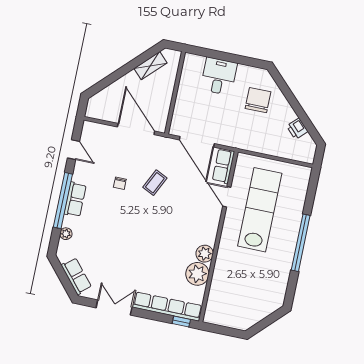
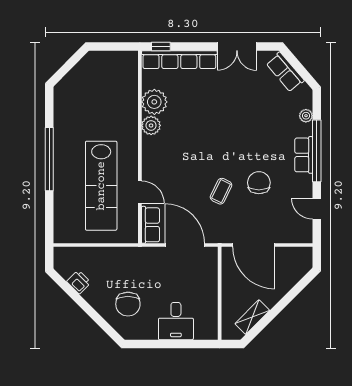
chair: (120, 183) -> (259, 183), width x1.87, depth x1.87

